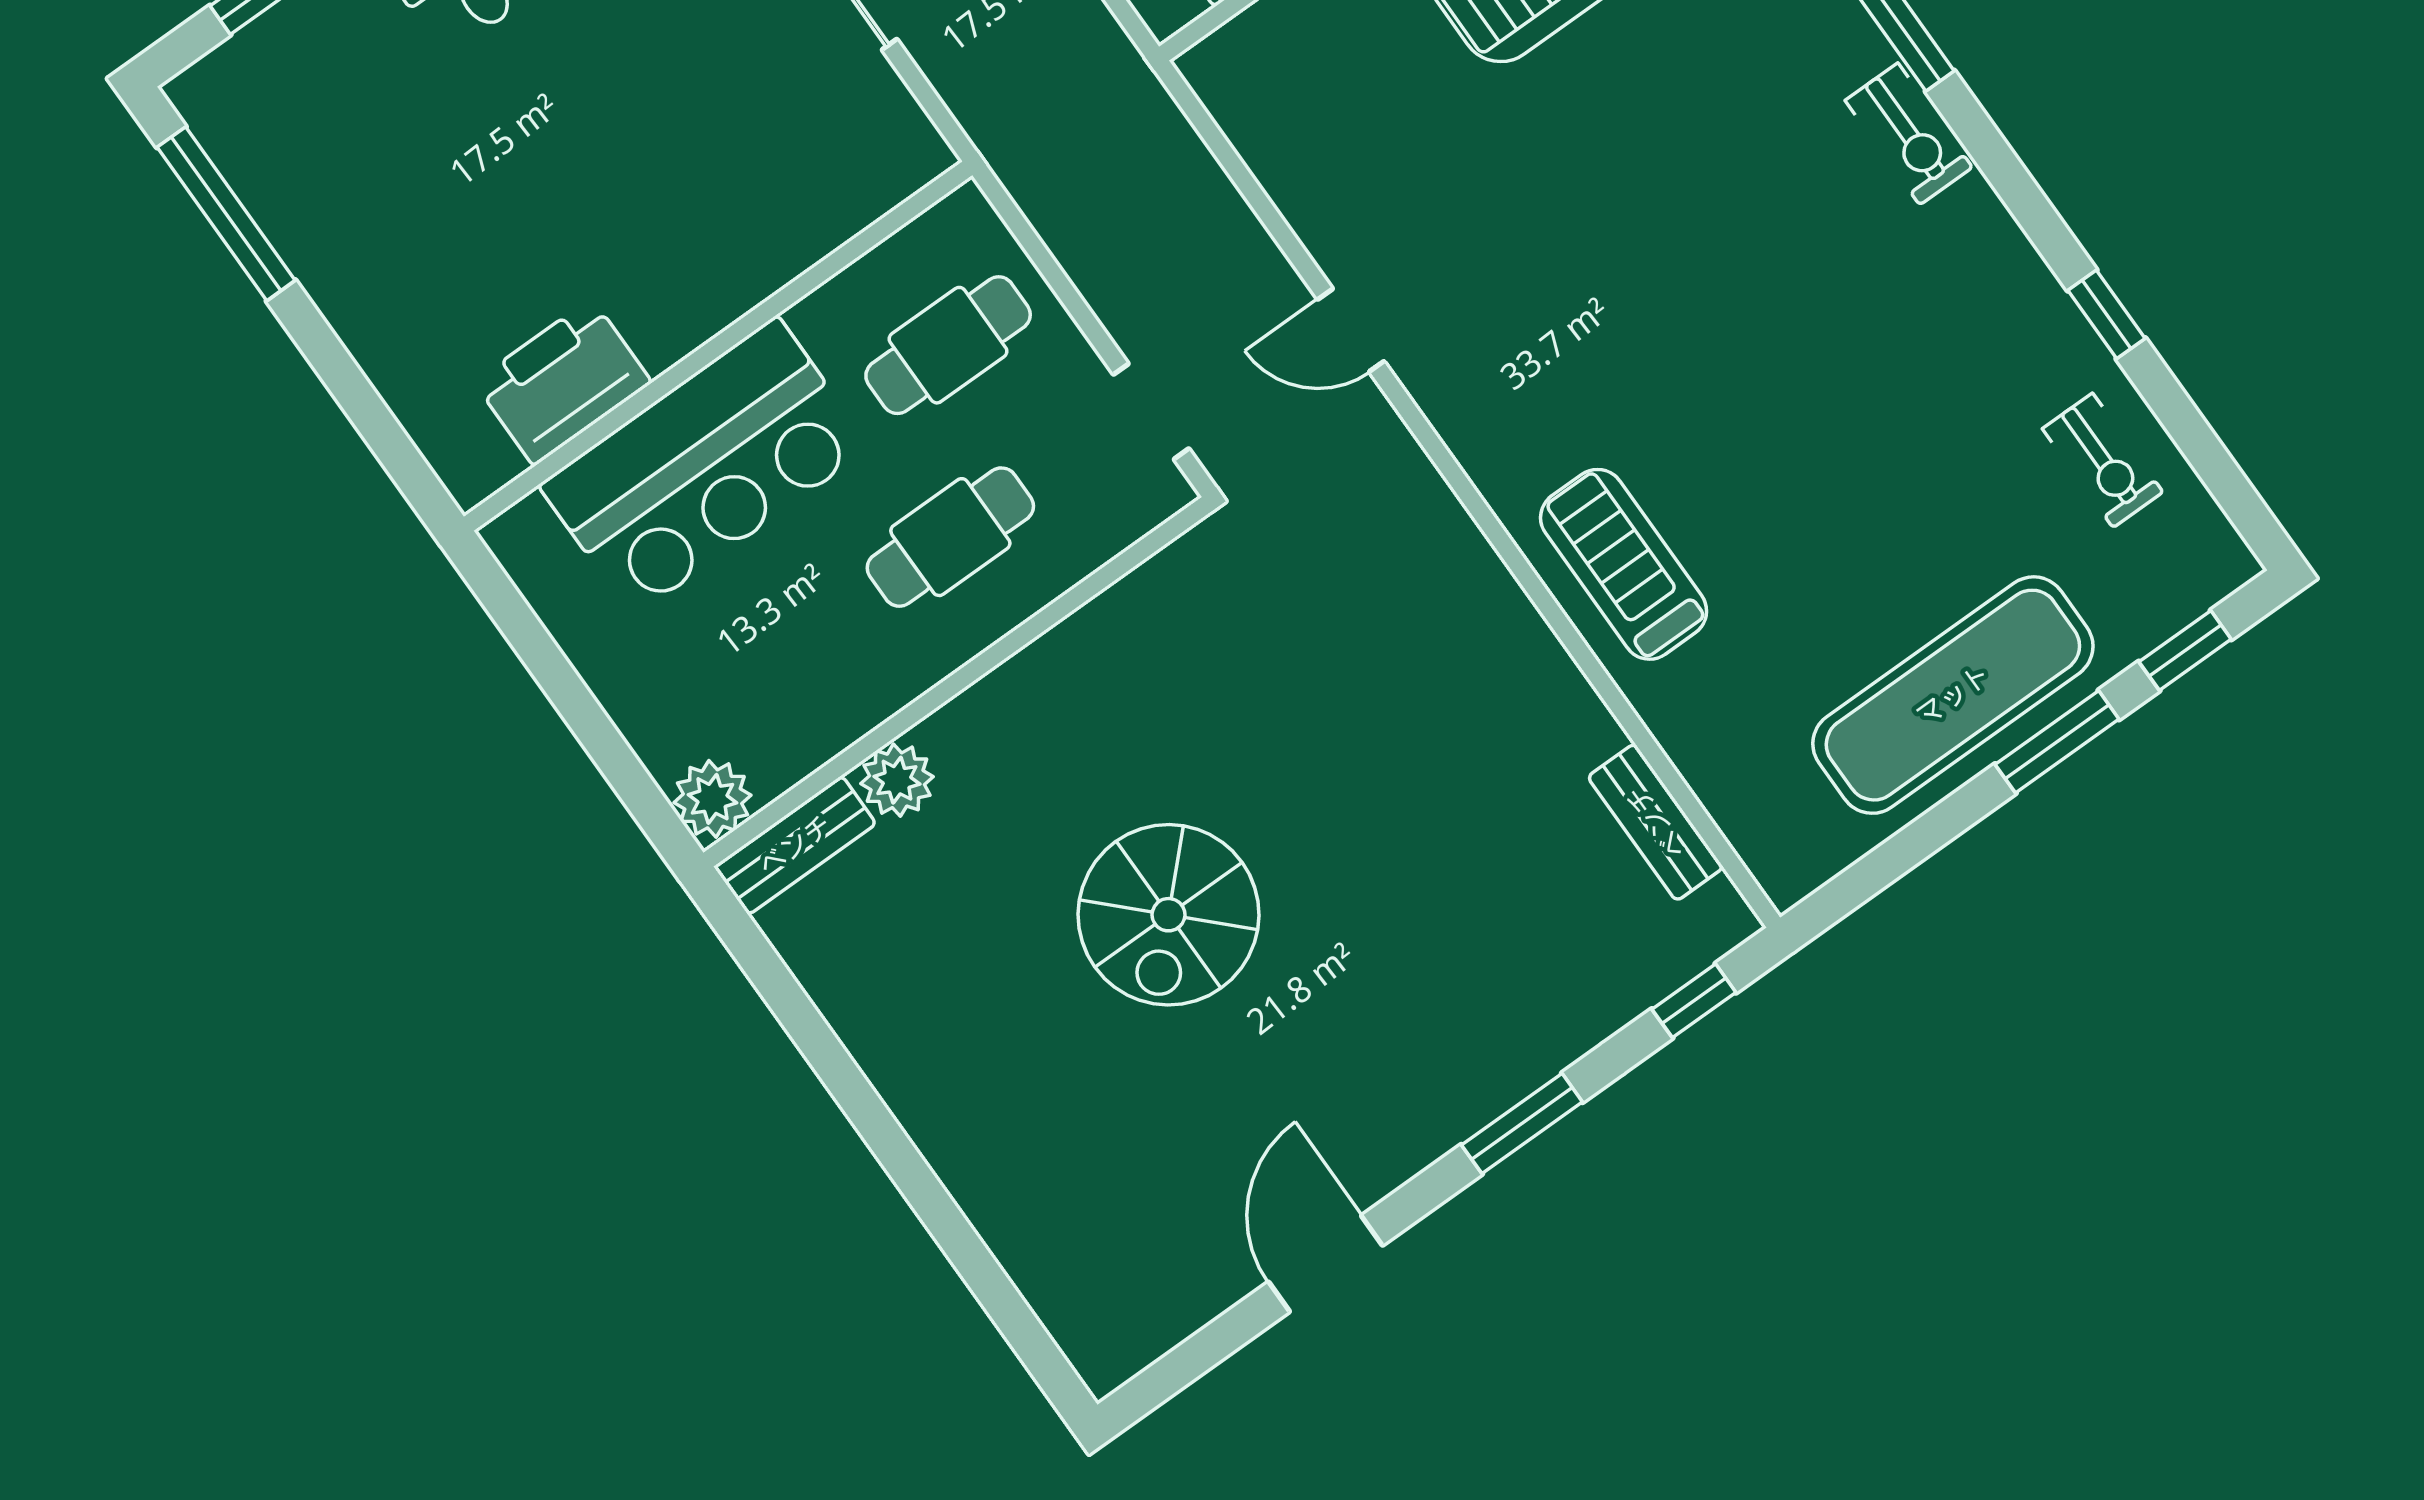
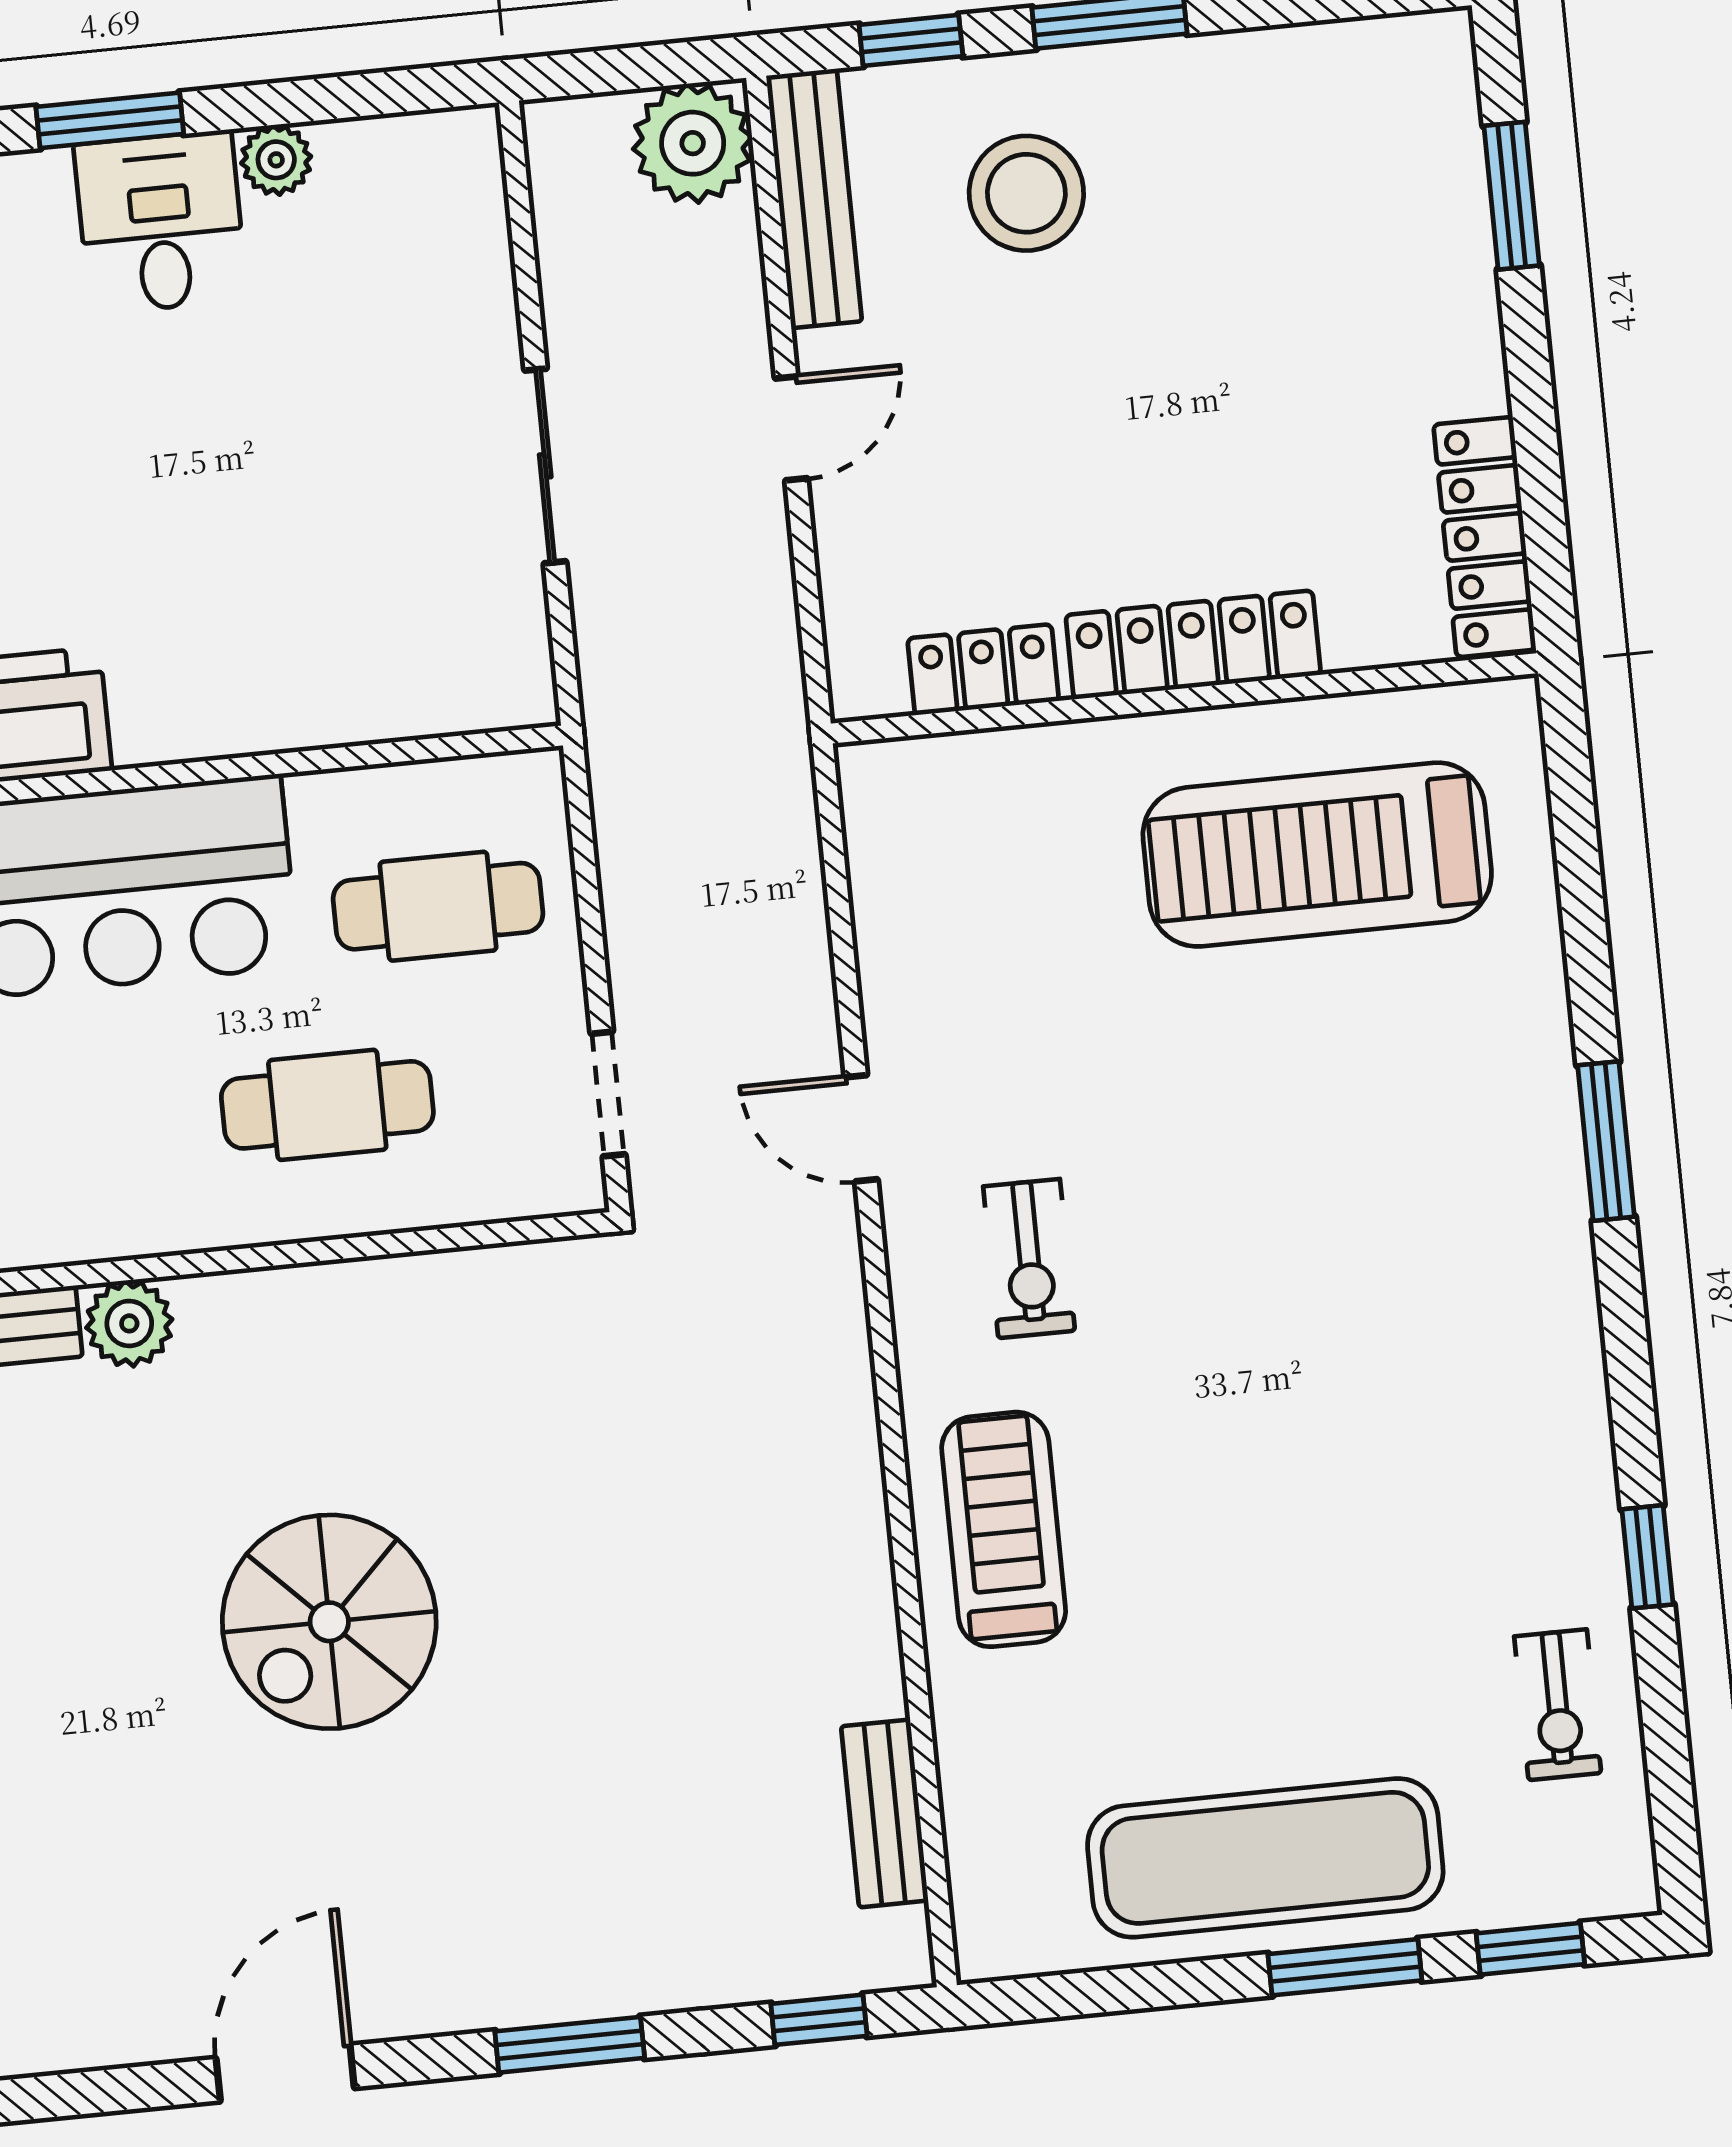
exercise bike: (1909, 134) -> (1029, 1259), moved

